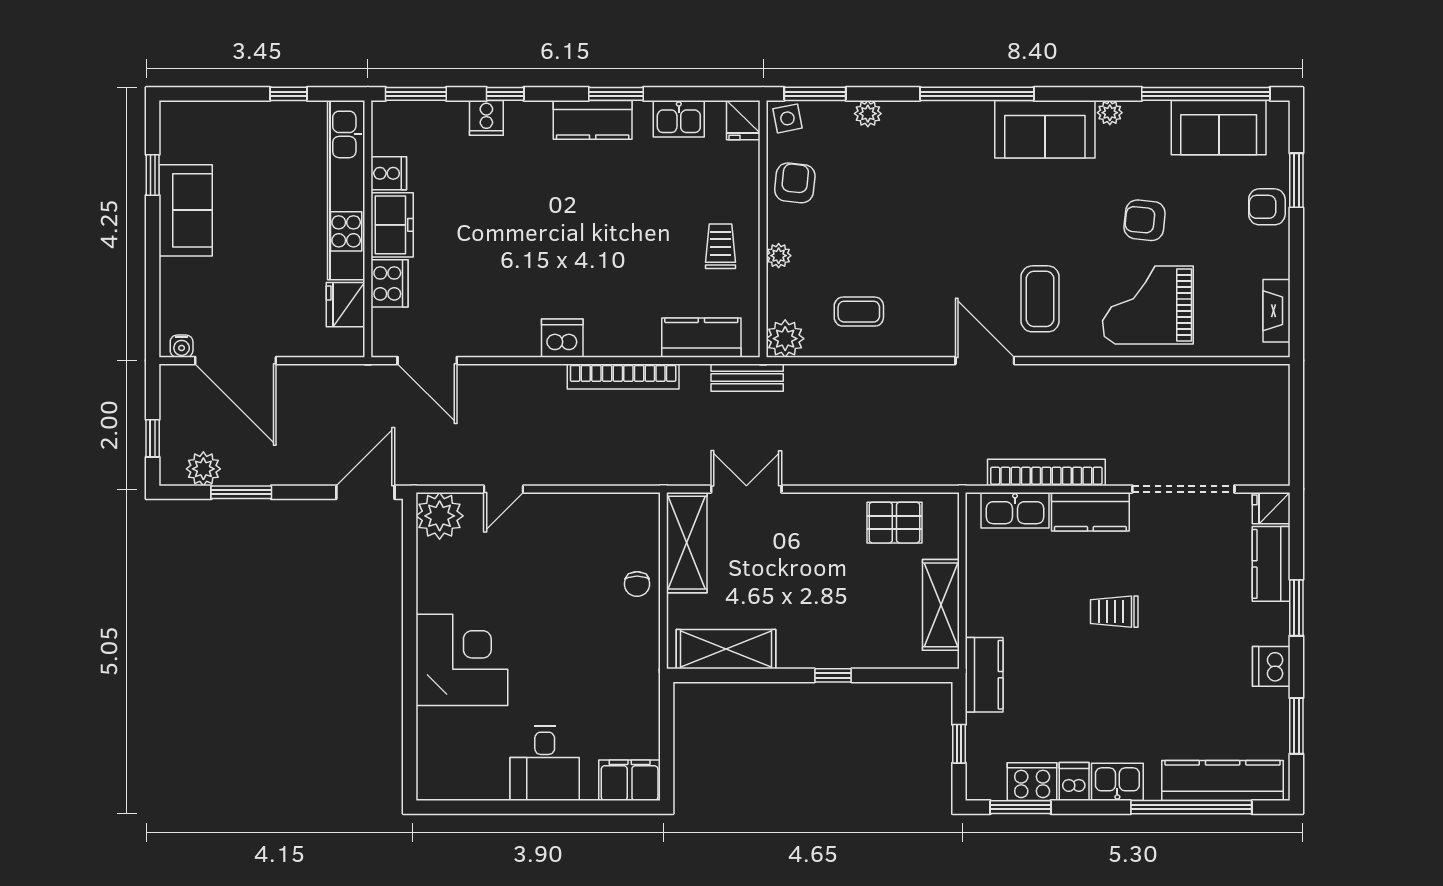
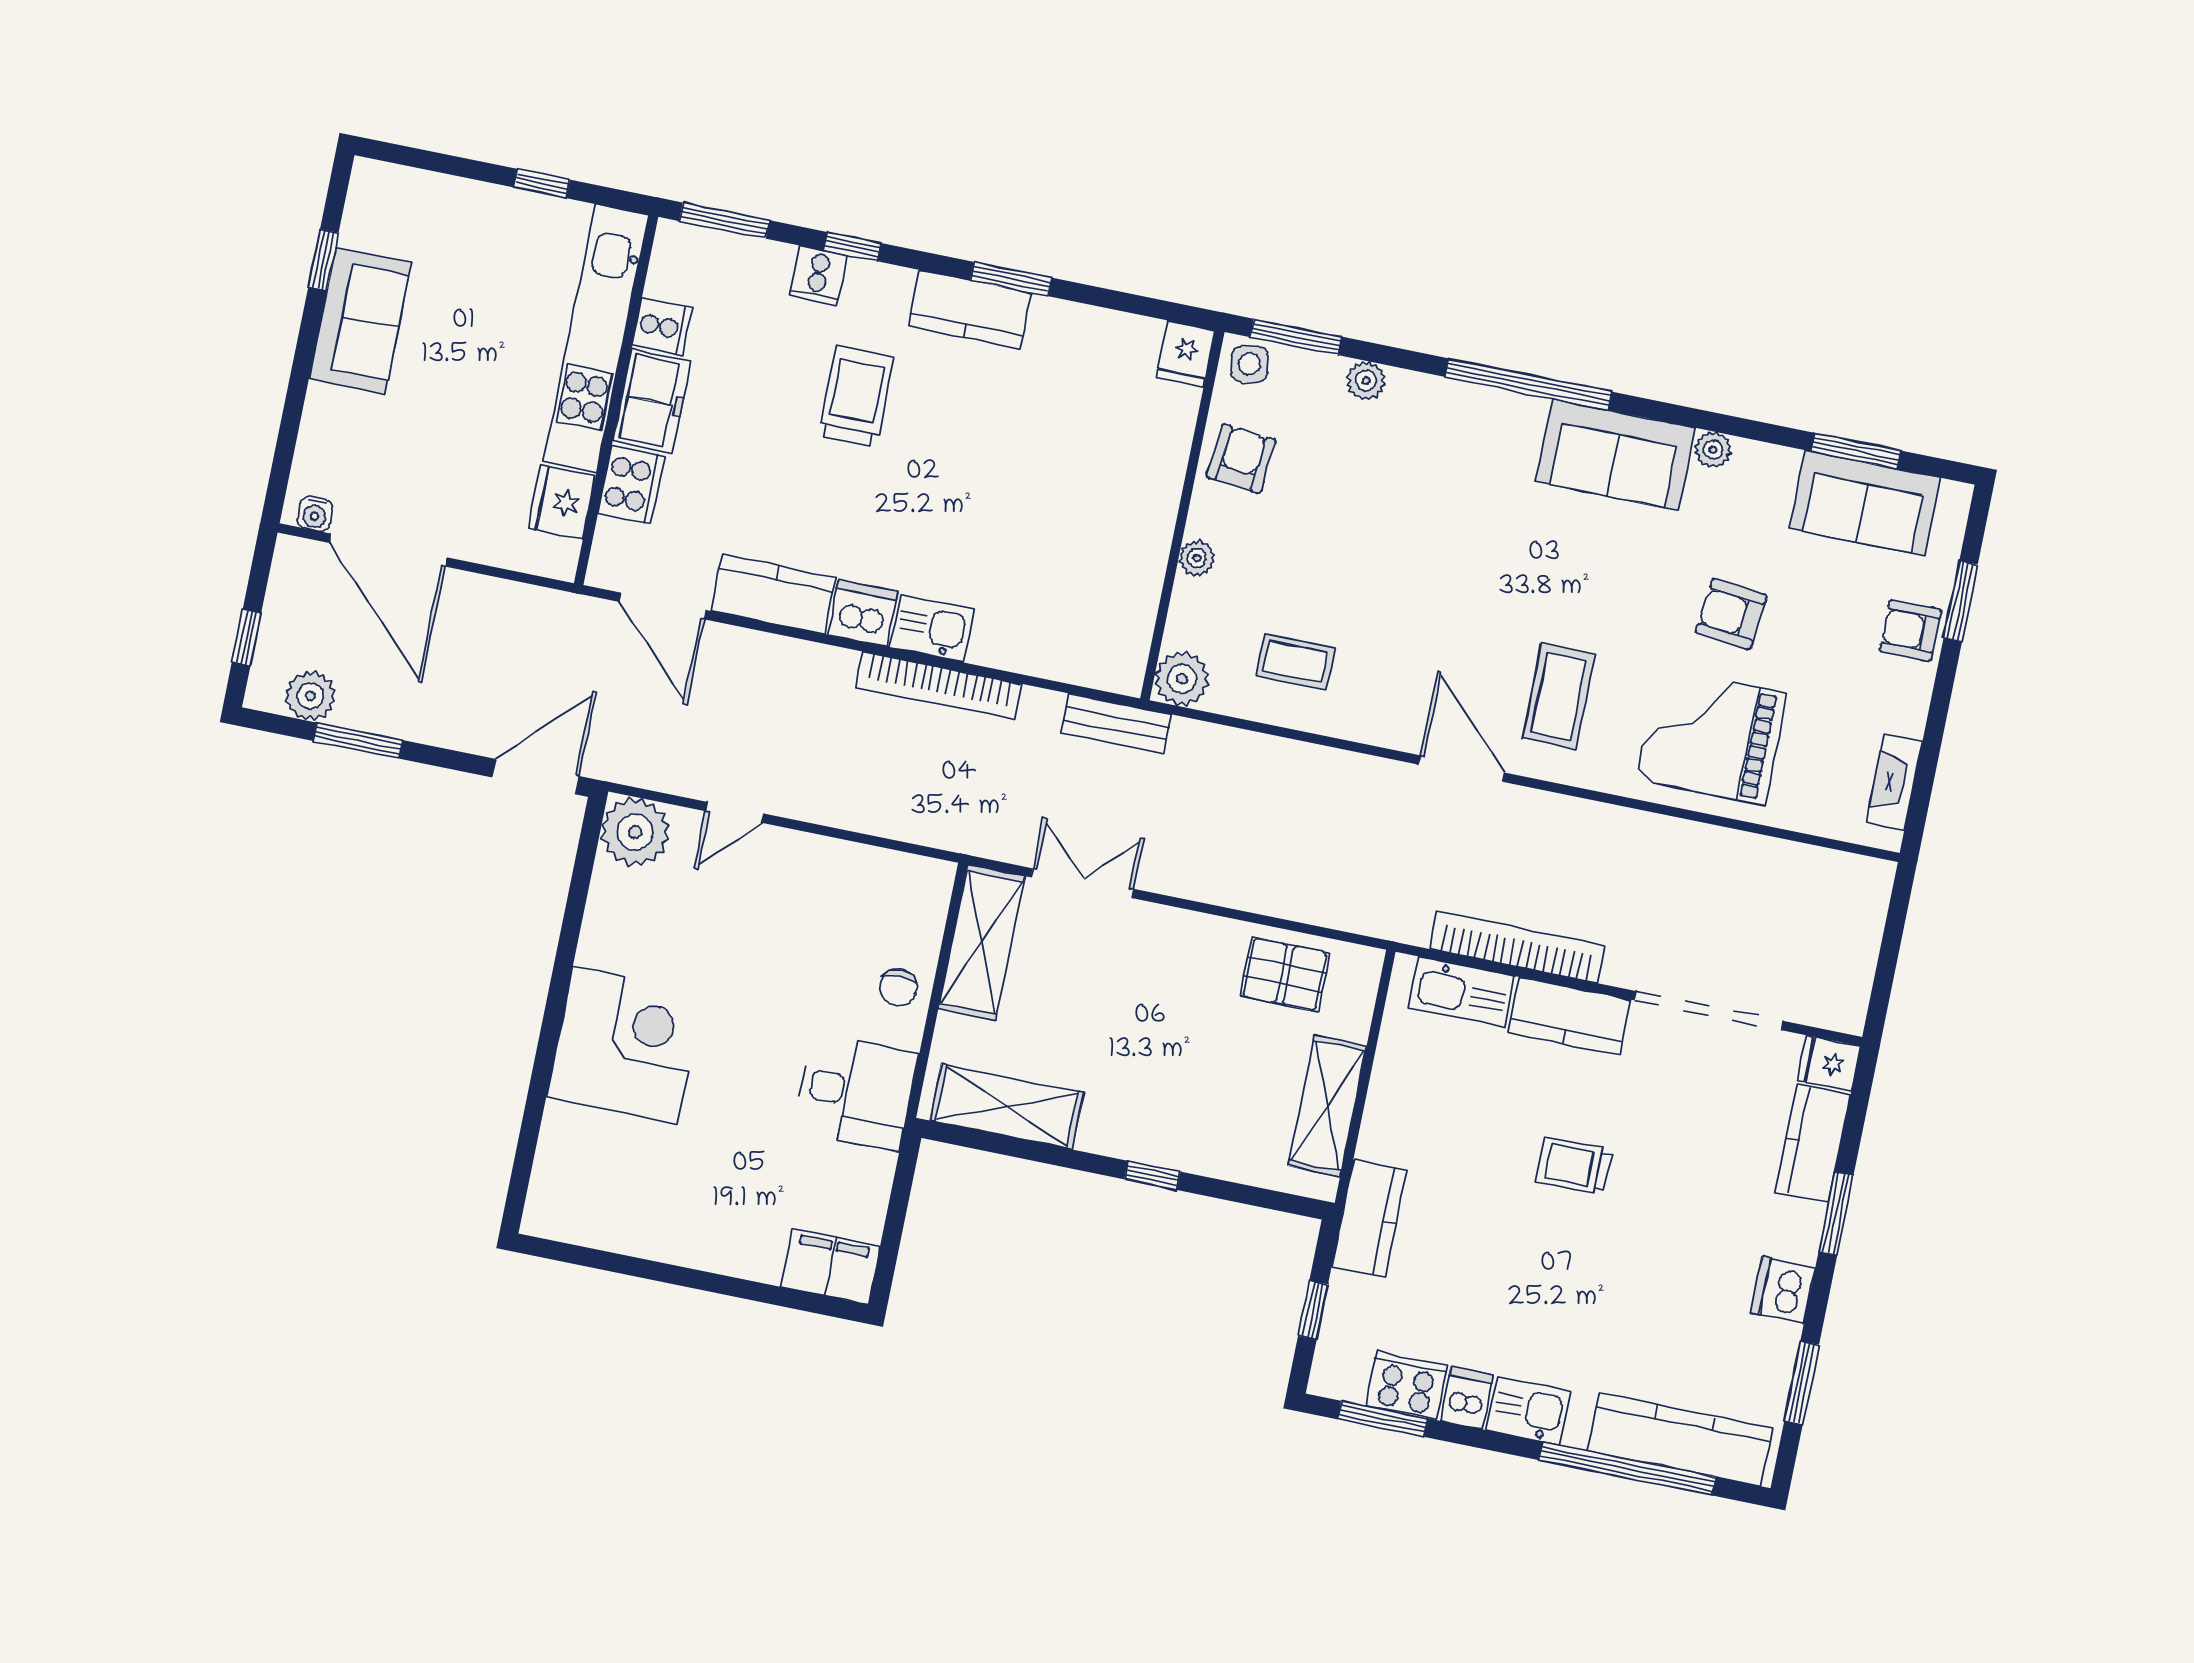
window: (1206, 94) -> (1856, 451), width x0.47
kitchen sink: (679, 119) -> (932, 629), moved, turned 180
trolley: (721, 246) -> (856, 397), moved, width x1.36, depth x1.39
kitchen counter: (701, 338) -> (773, 594), moved
desk: (545, 763) -> (856, 1092), moved, turned -90

